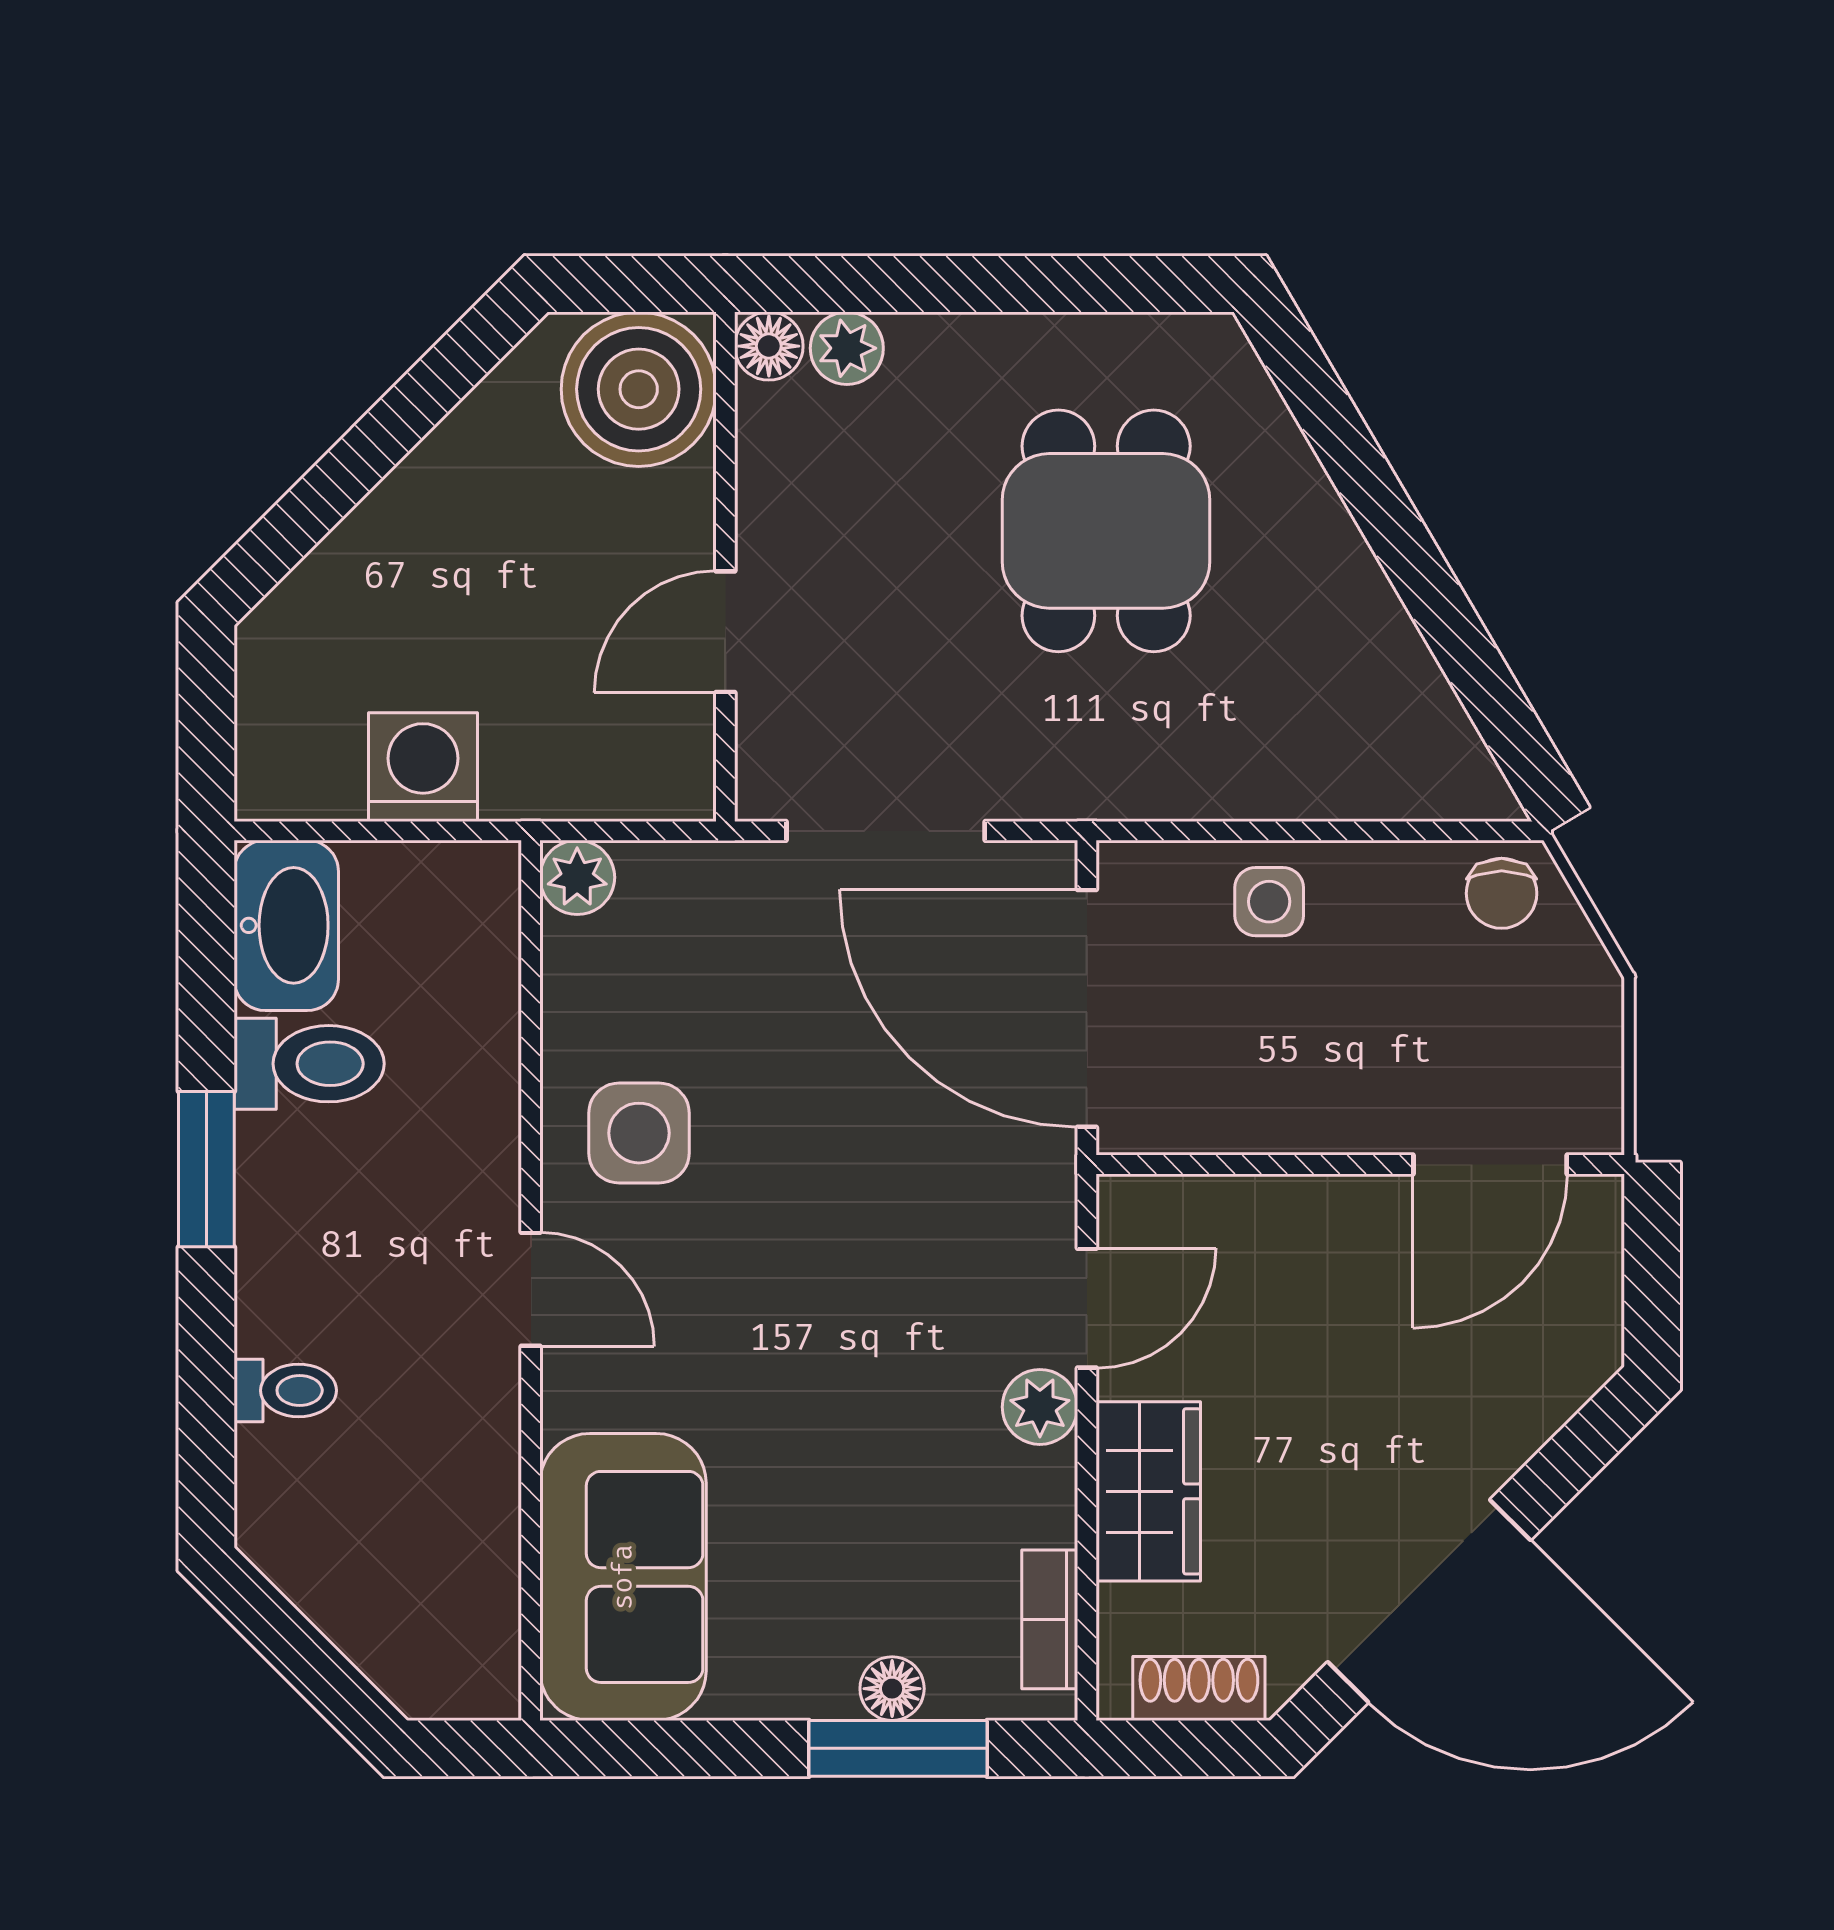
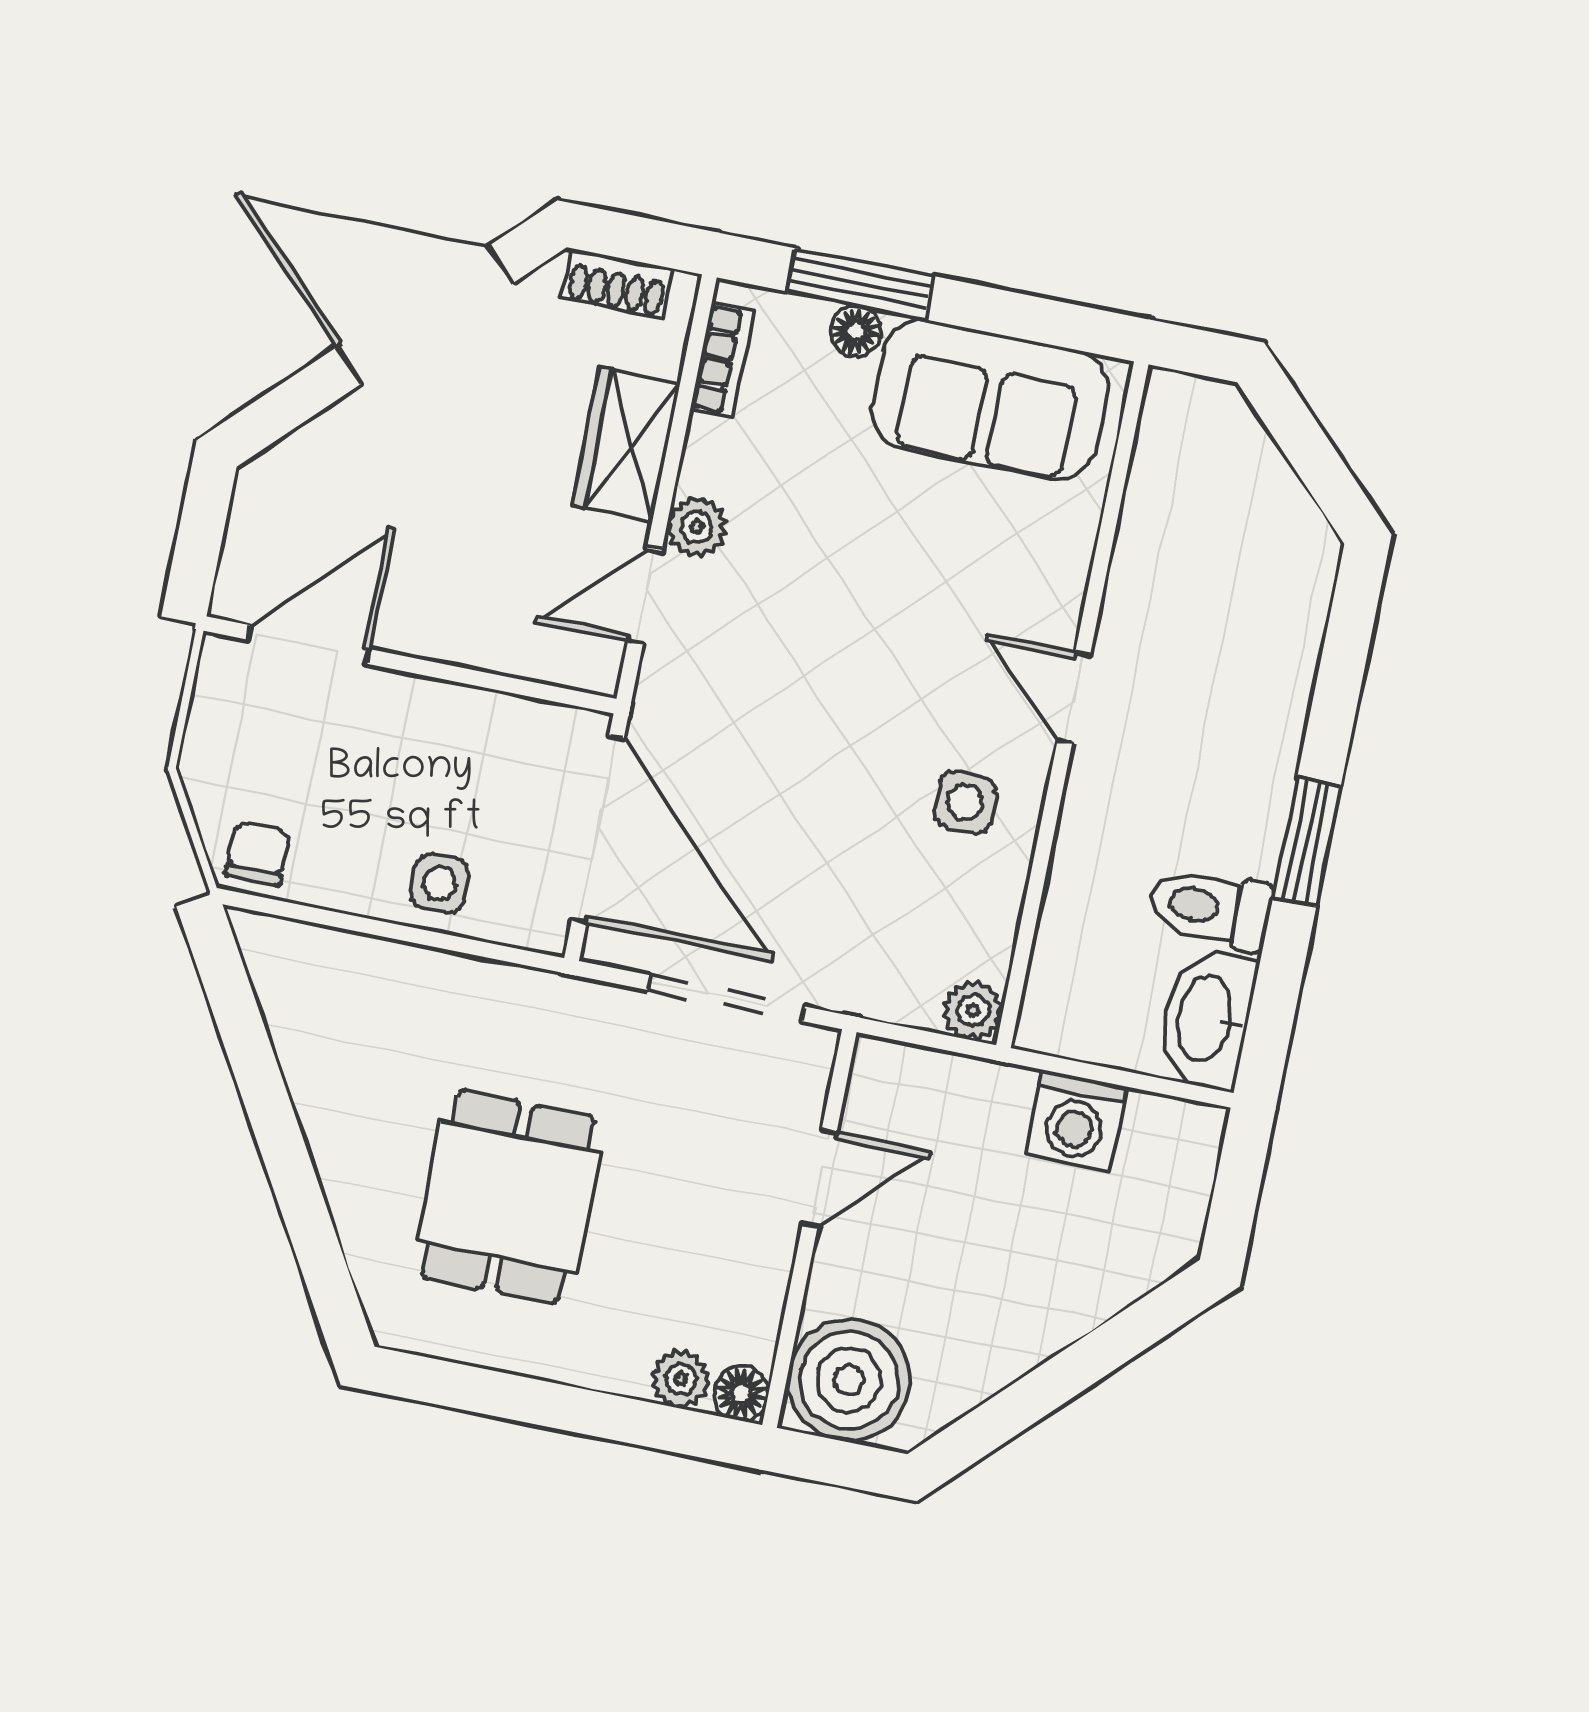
side table: (639, 1133) -> (965, 802), width x0.73, depth x0.73
toilet: (285, 1390) -> (1280, 658), removed
sofa: (623, 1577) -> (990, 399), moved, turned -90

